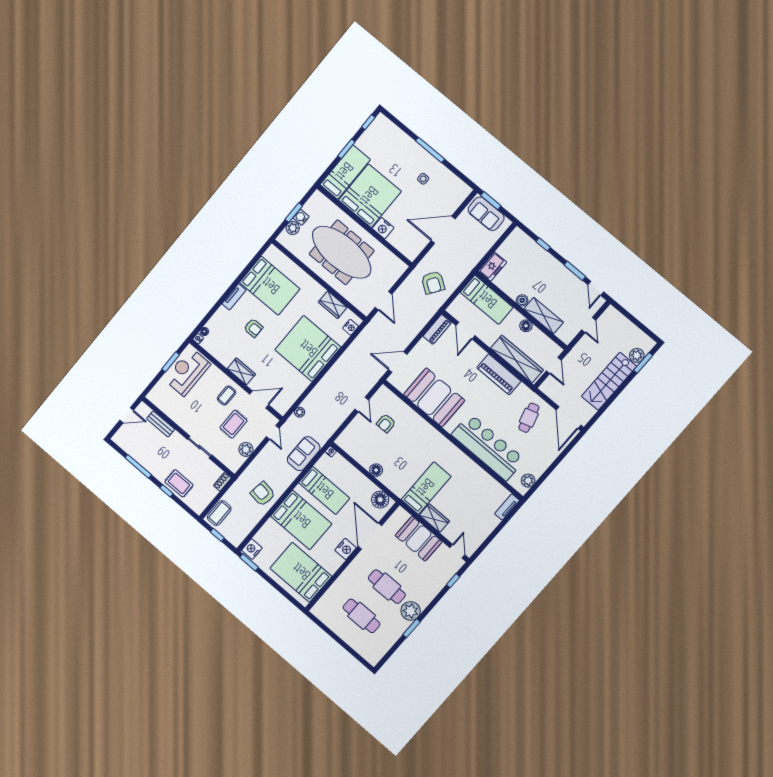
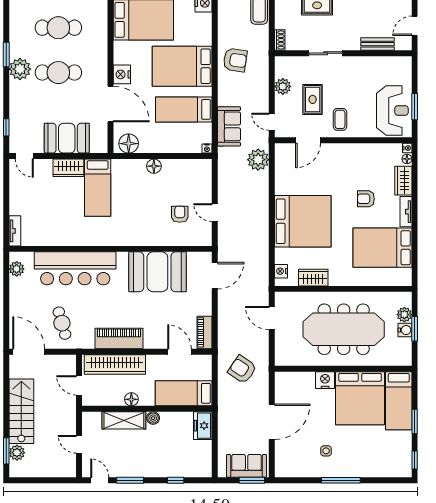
wardrobe: (241, 371) -> (403, 181), moved, turned 90
plant: (300, 412) -> (258, 160), width x1.88, depth x1.88

